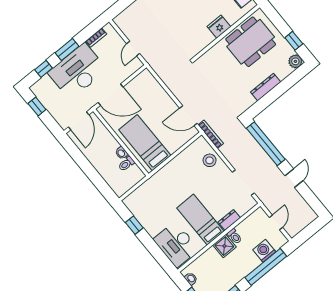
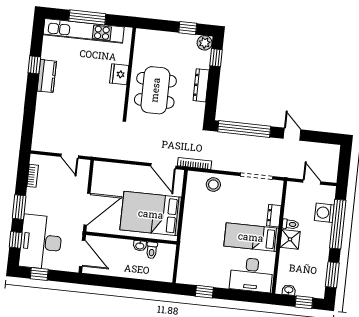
dining table: (251, 42) -> (155, 90), moved
desk: (77, 71) -> (41, 242), moved
window: (293, 78) -> (216, 58), added
door: (188, 116) -> (163, 166), hinge flipped
bed: (145, 143) -> (151, 214), width x1.50

